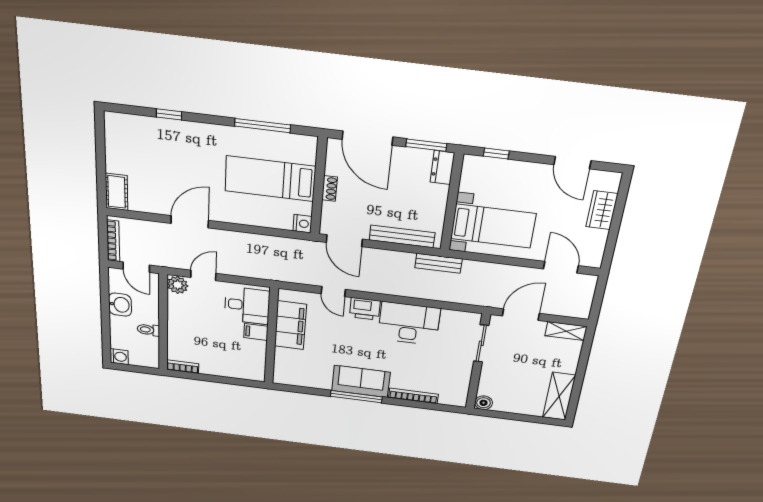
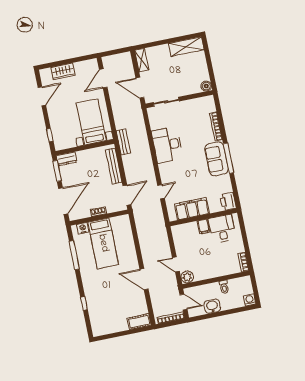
nightstand: (302, 224) -> (83, 228), moved
door: (136, 267) -> (184, 302), hinge flipped
desk: (247, 305) -> (222, 229), moved
printer: (365, 309) -> (228, 201), moved, turned 180

